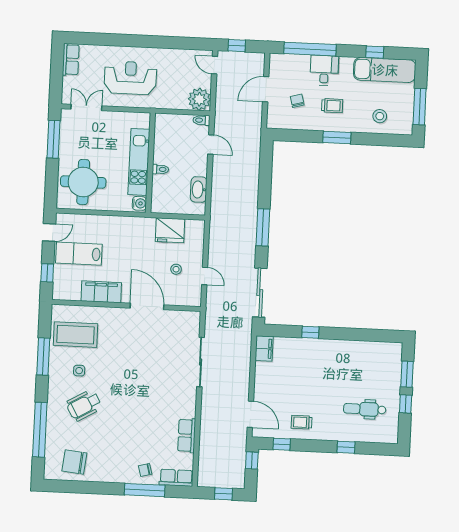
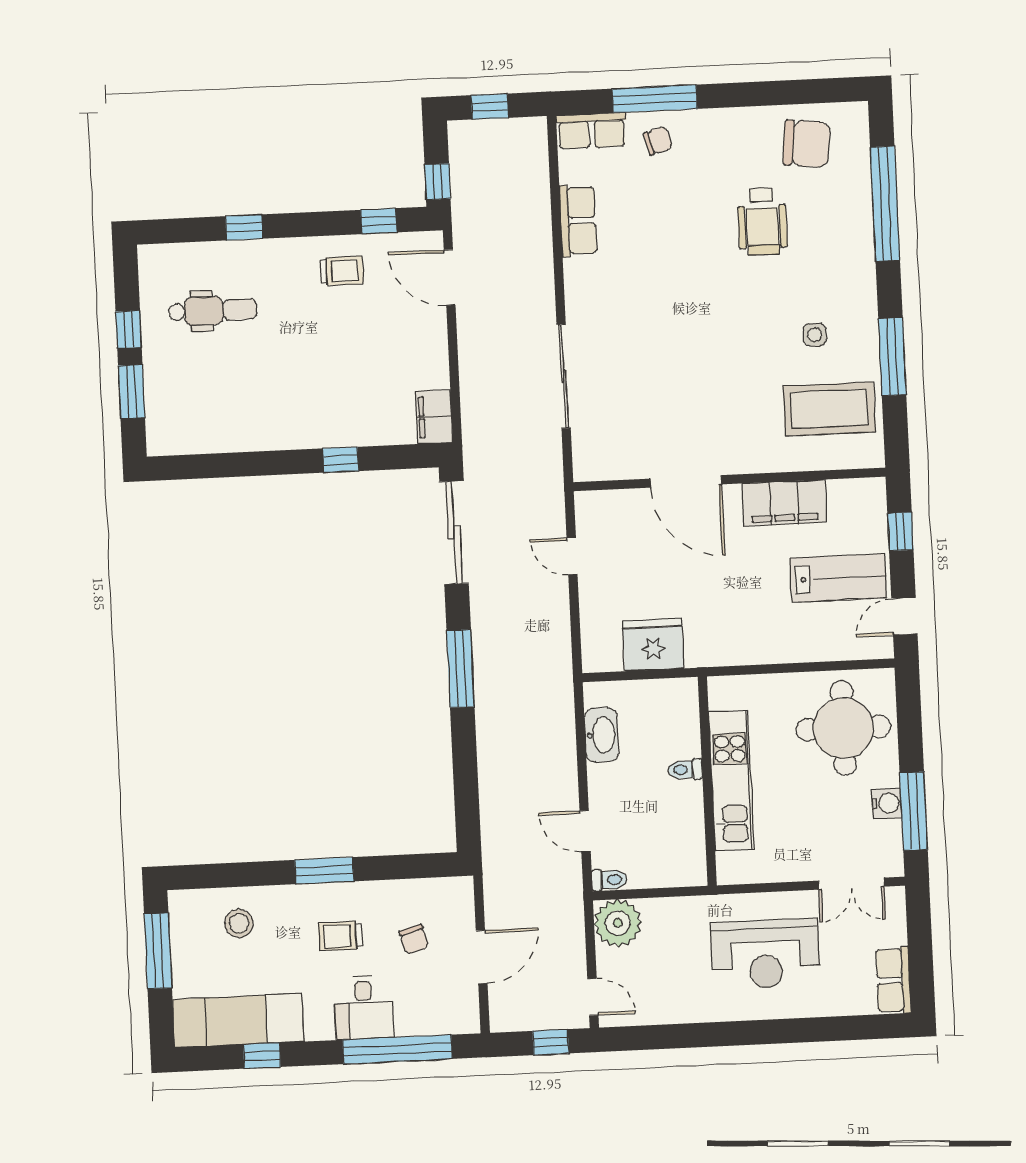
water cooler: (139, 203) -> (887, 803), moved, turned 180
stool: (176, 269) -> (633, 565), removed
wheelchair: (84, 405) -> (762, 221), moved, turned 120

